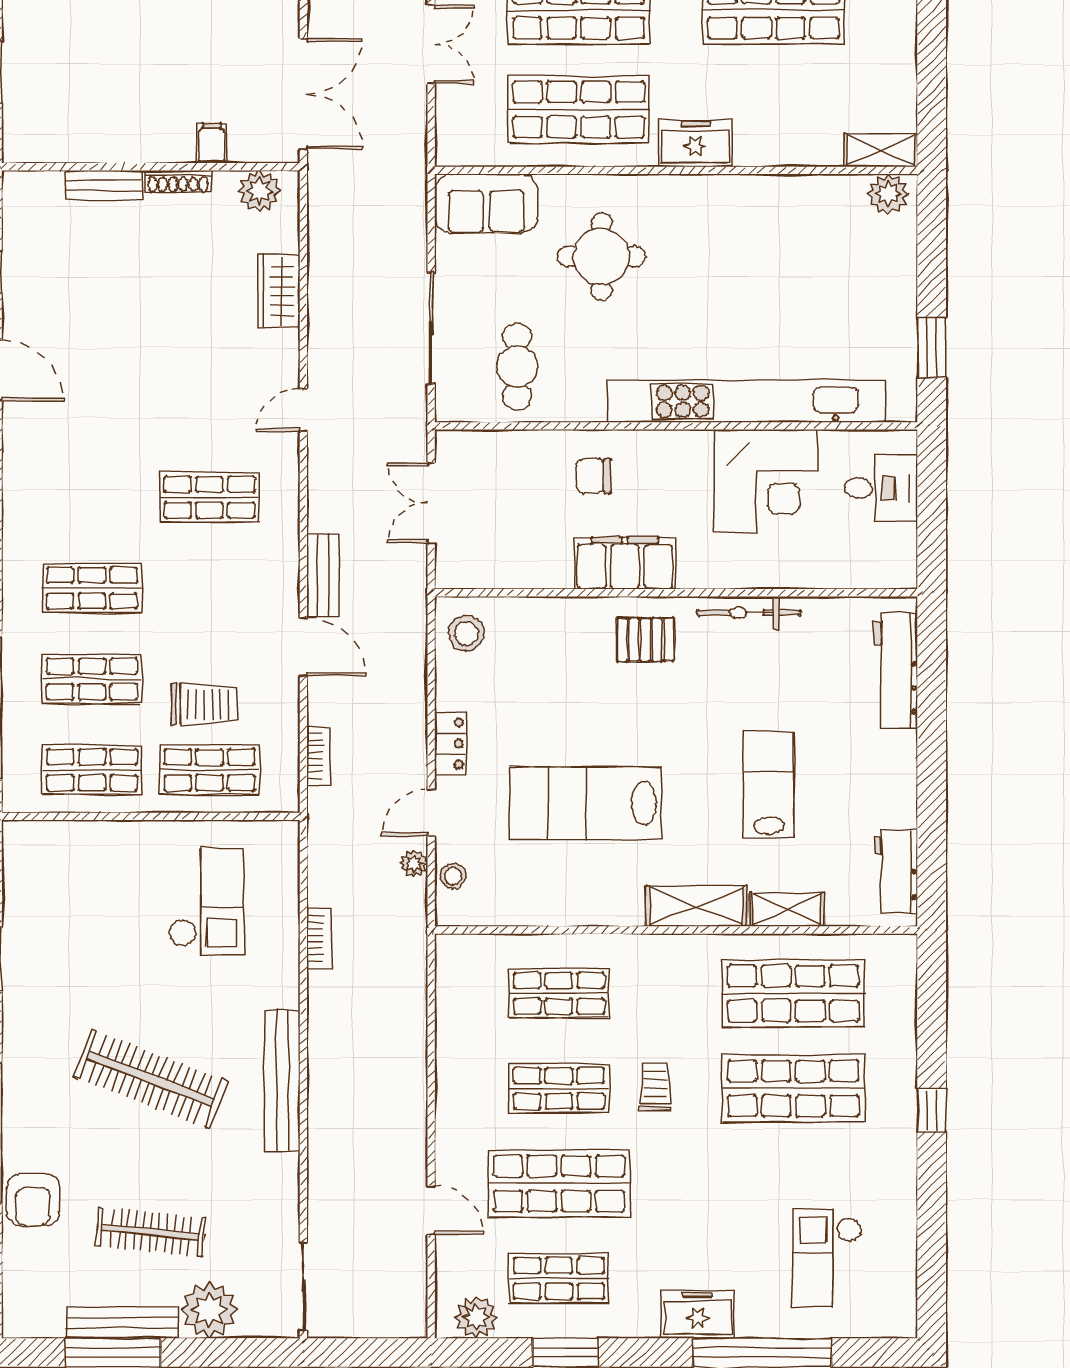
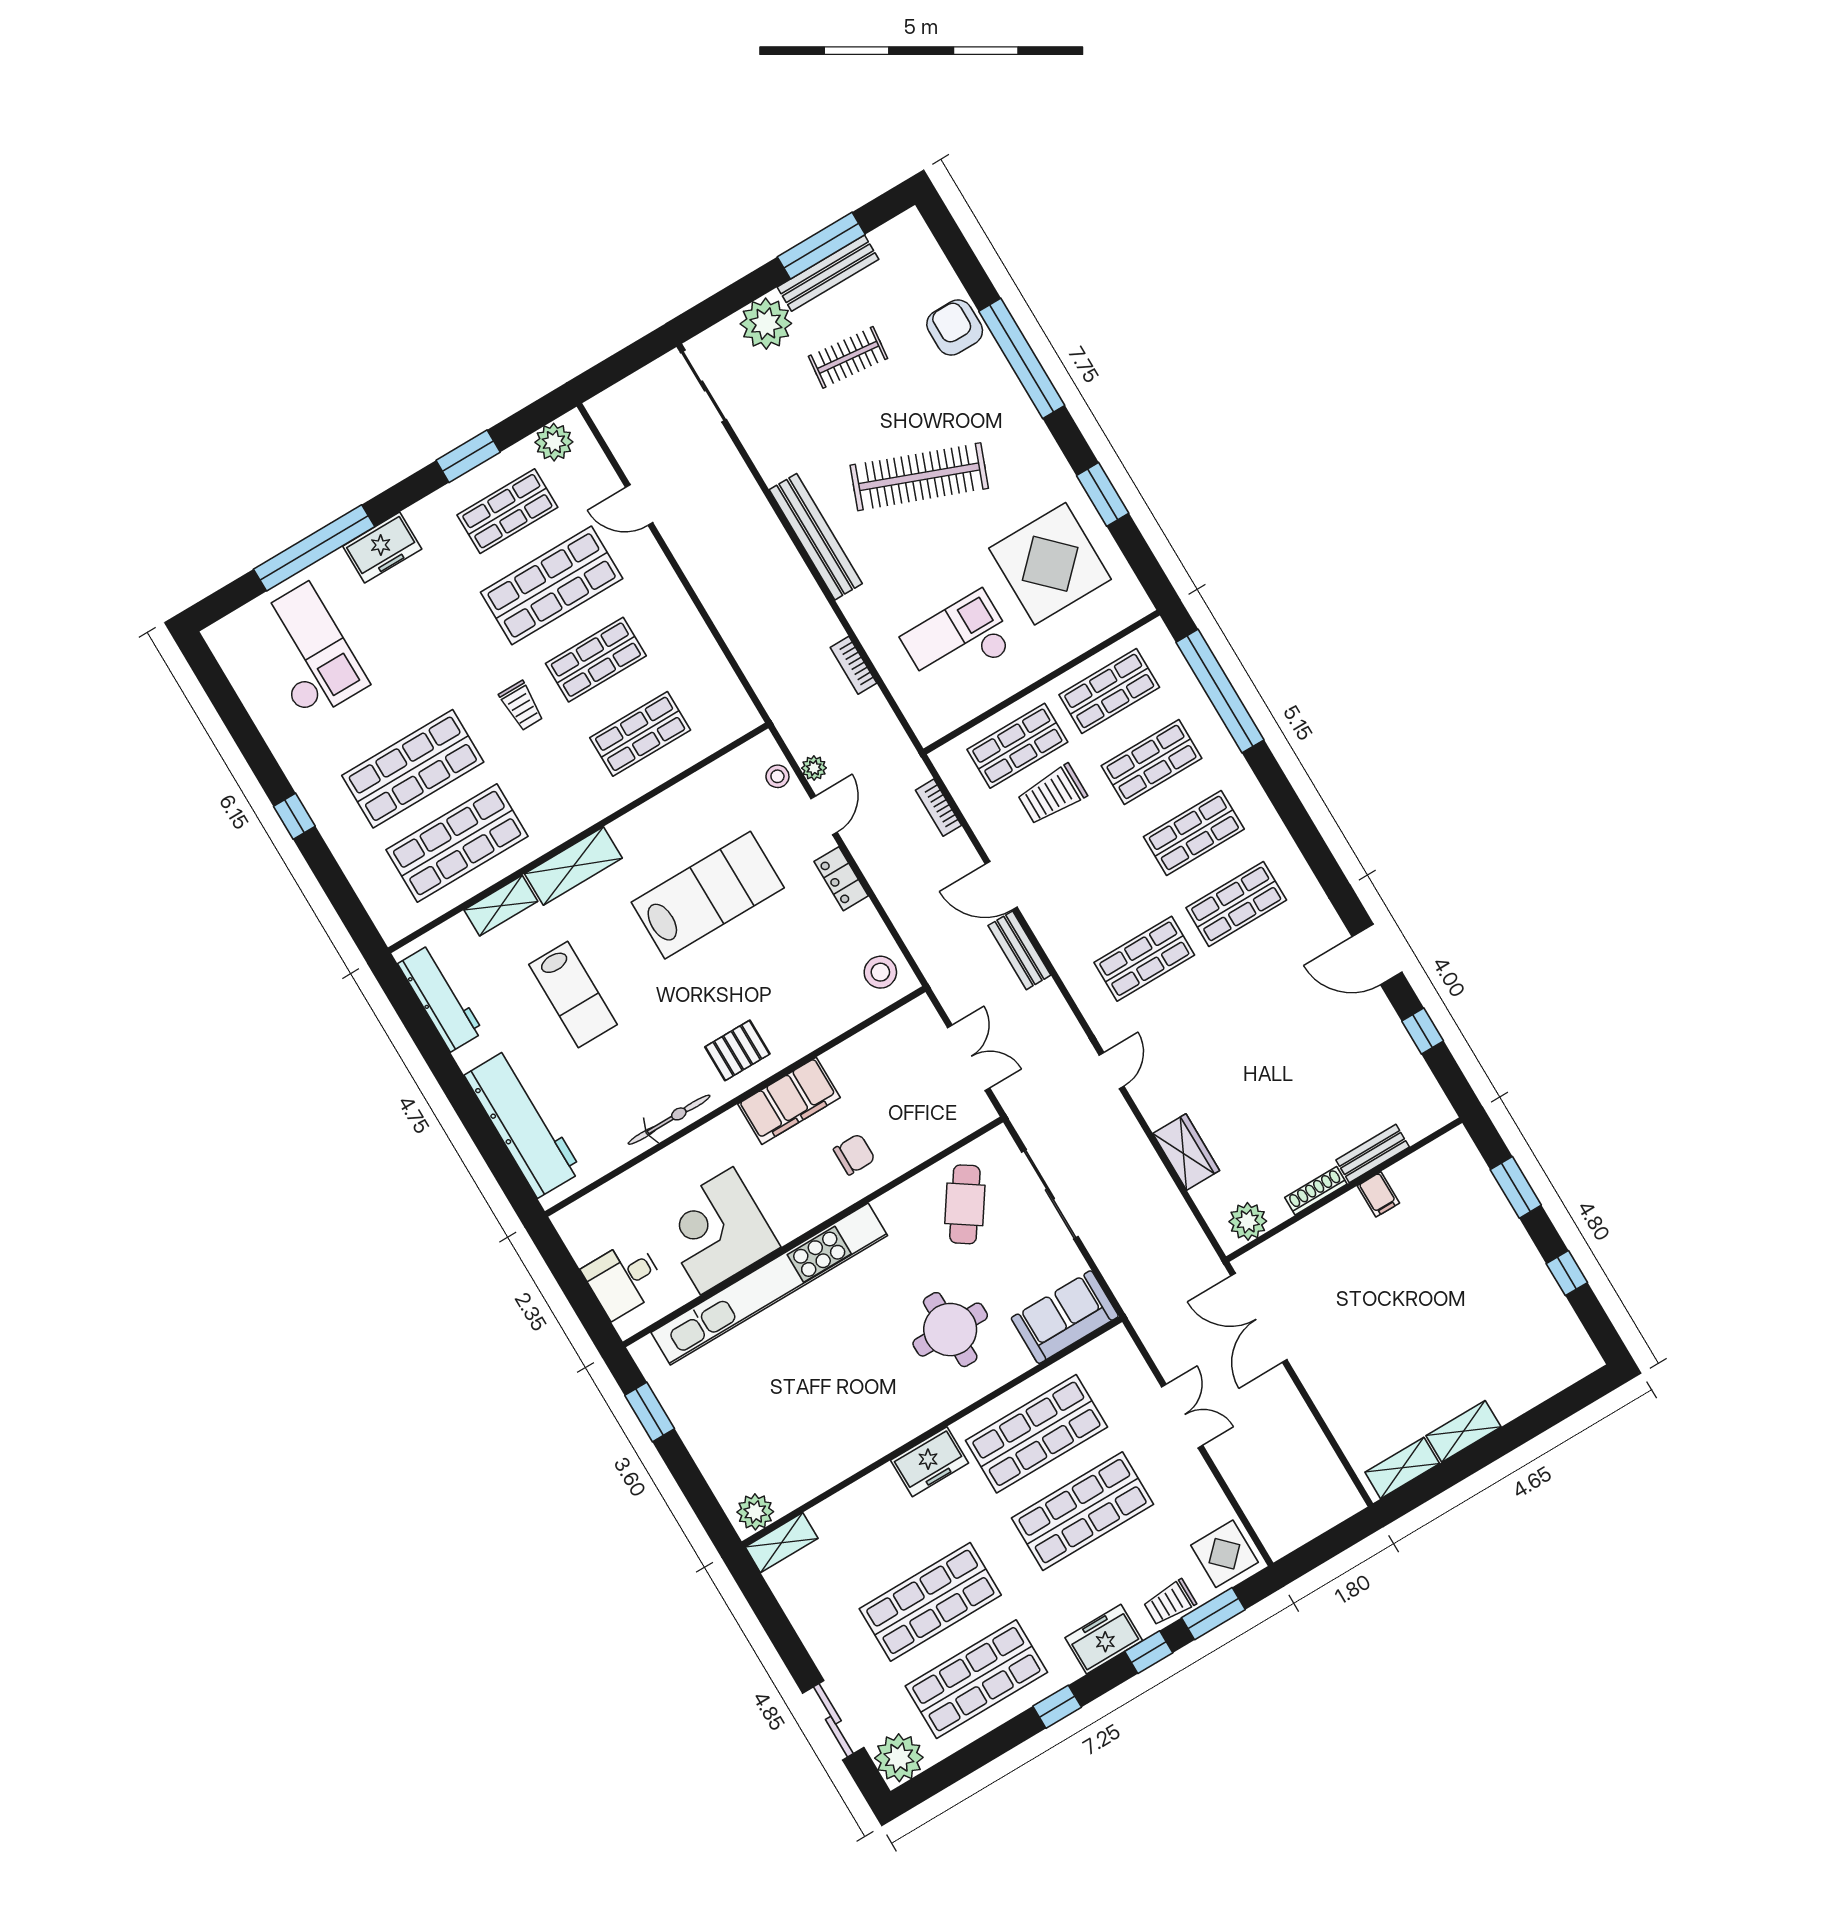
double door: (431, 44) -> (1182, 1416), swing flipped
filing cabinet: (211, 143) -> (1378, 1194), moved
cafe table: (517, 366) -> (965, 1204), turned 34
shop shelf: (92, 497) -> (1236, 904), added
workbench: (896, 670) -> (523, 1123), width x1.36, depth x1.32
workbench: (896, 872) -> (441, 998), width x1.38
checkout: (207, 902) -> (958, 641), turned 90
display table: (76, 923) -> (1050, 564), added
clothes rail: (151, 1232) -> (848, 357), width x0.73
checkout: (827, 1258) -> (307, 652), width x1.36, depth x1.21

